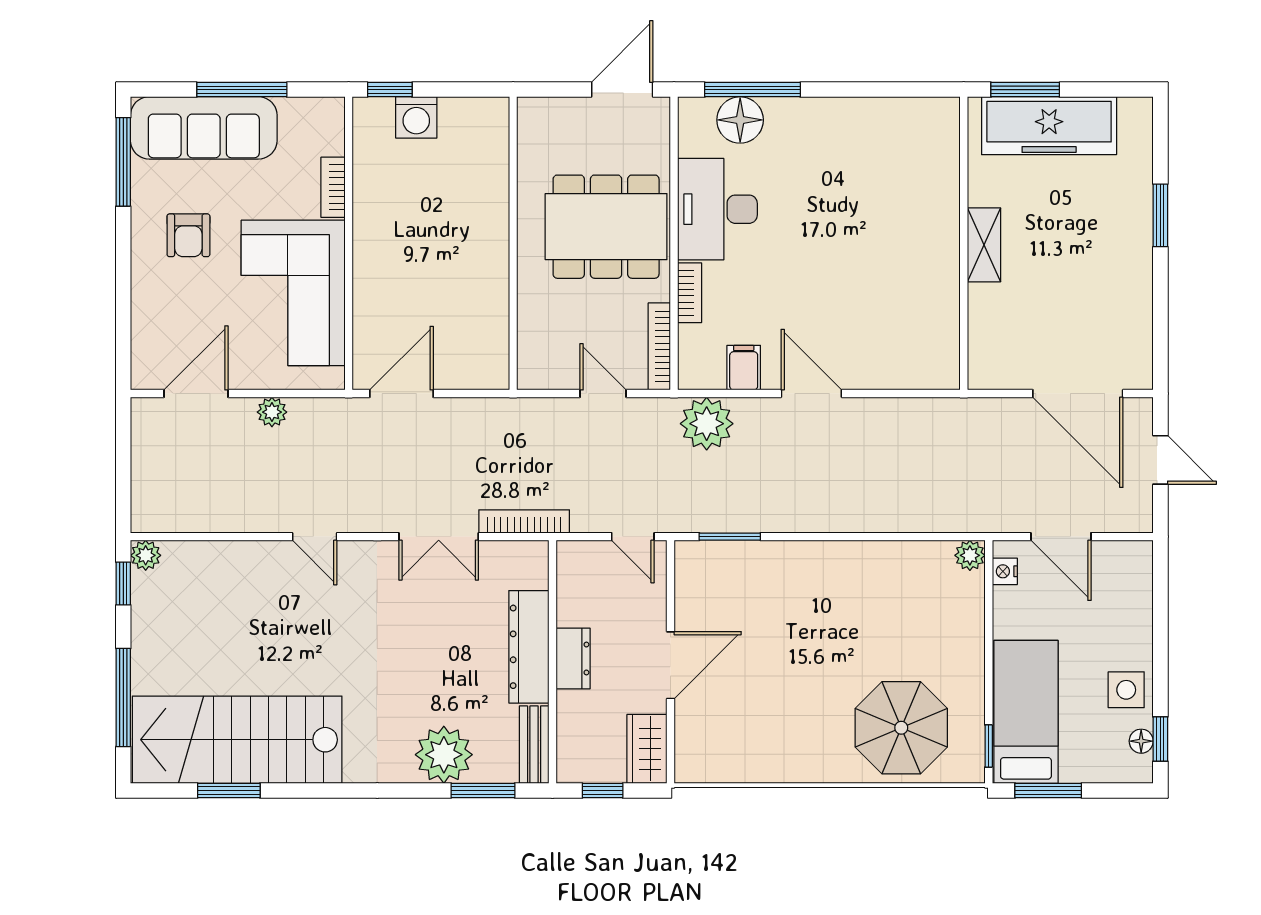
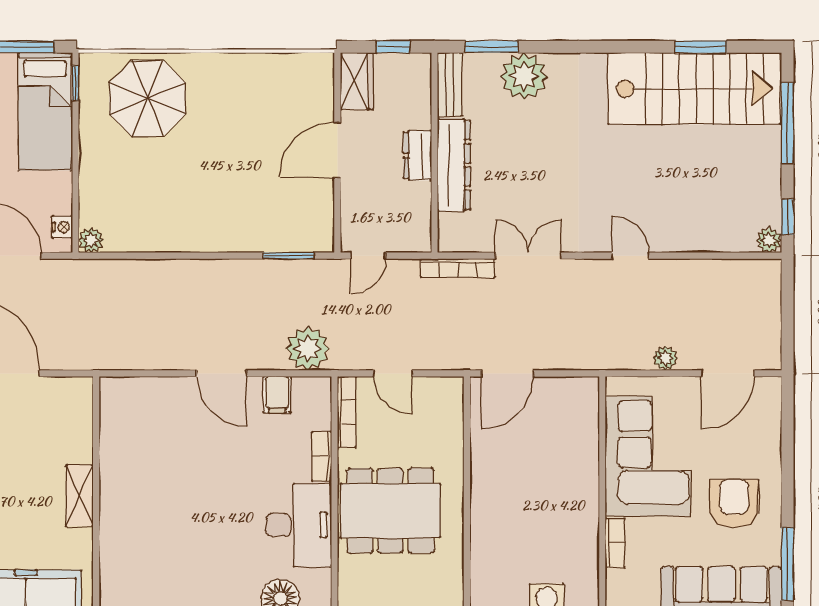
armchair: (188, 235) -> (734, 504), width x1.38, depth x1.38
door: (401, 394) -> (507, 373), moved
door: (633, 537) -> (368, 256), swing flipped

